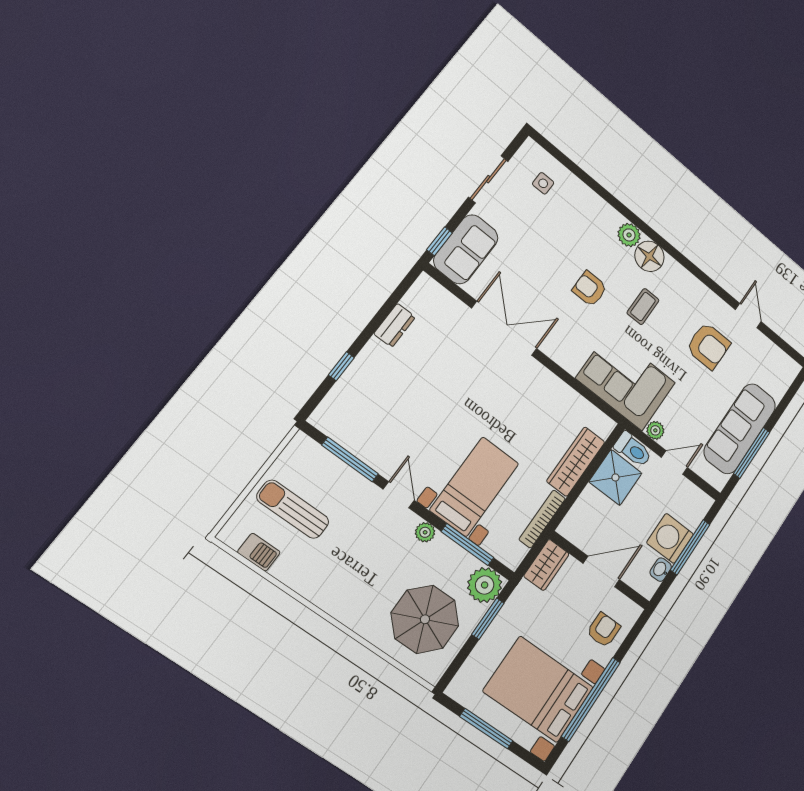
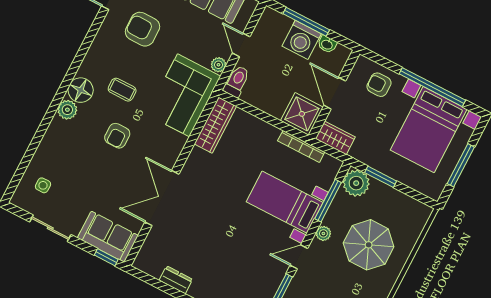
armchair: (708, 346) -> (142, 29), turned -90
wardrobe: (576, 461) -> (215, 125), moved, turned -90
shower: (615, 477) -> (302, 114), moved
parasol: (425, 619) -> (369, 245), moved

